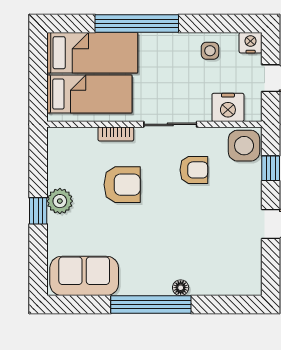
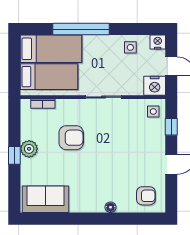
nightstand: (228, 107) -> (155, 86), moved
bookcase: (116, 134) -> (43, 104), moved
side table: (244, 146) -> (153, 111), width x0.54, depth x0.54
armchair: (194, 170) -> (146, 196), moved
window: (151, 304) -> (90, 219), removed

